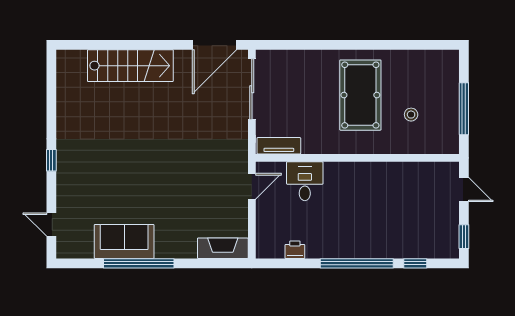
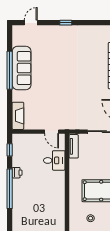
sofa: (124, 241) -> (22, 68), width x1.36
printer: (295, 250) -> (17, 173), moved
window: (415, 263) -> (10, 150), moved

